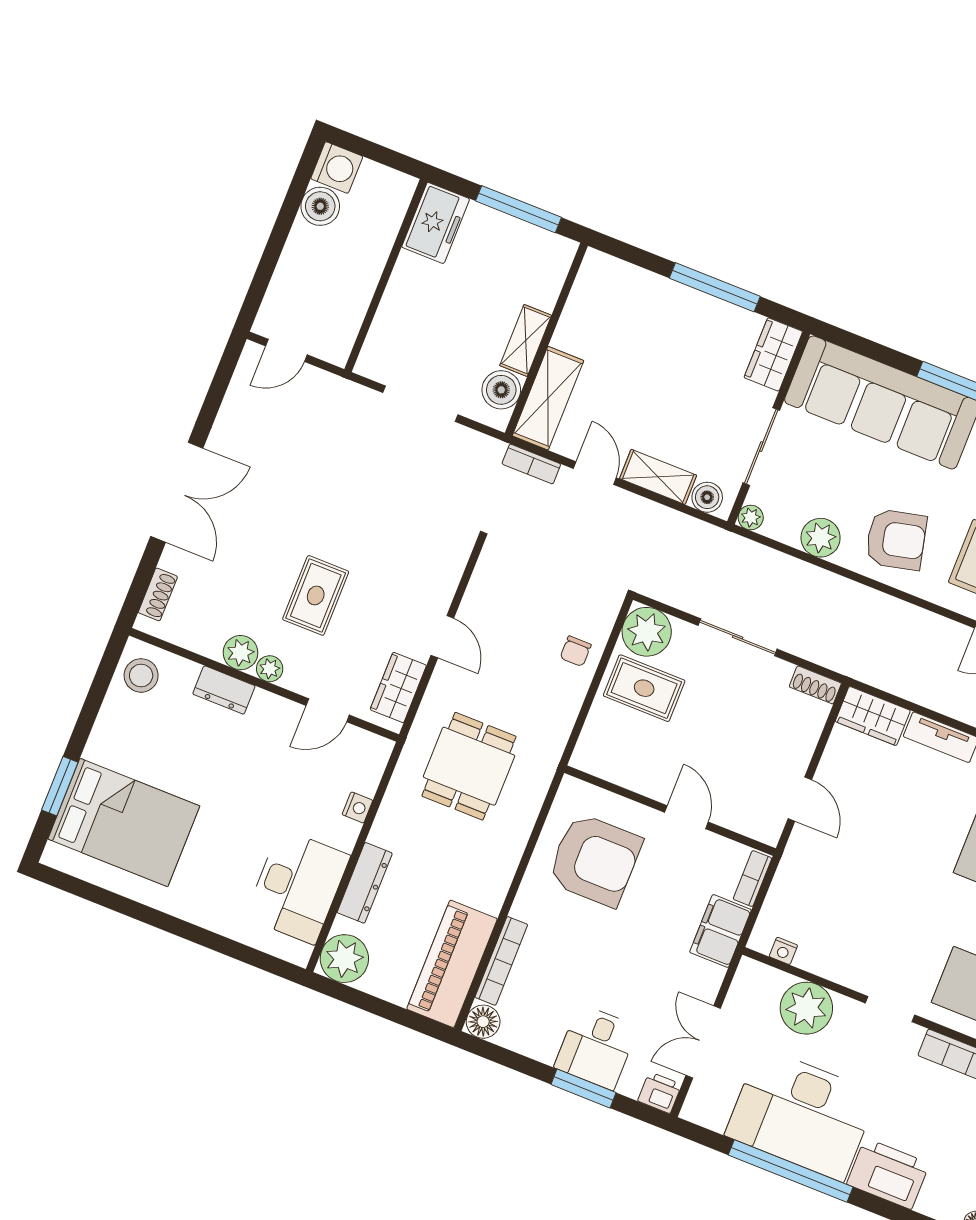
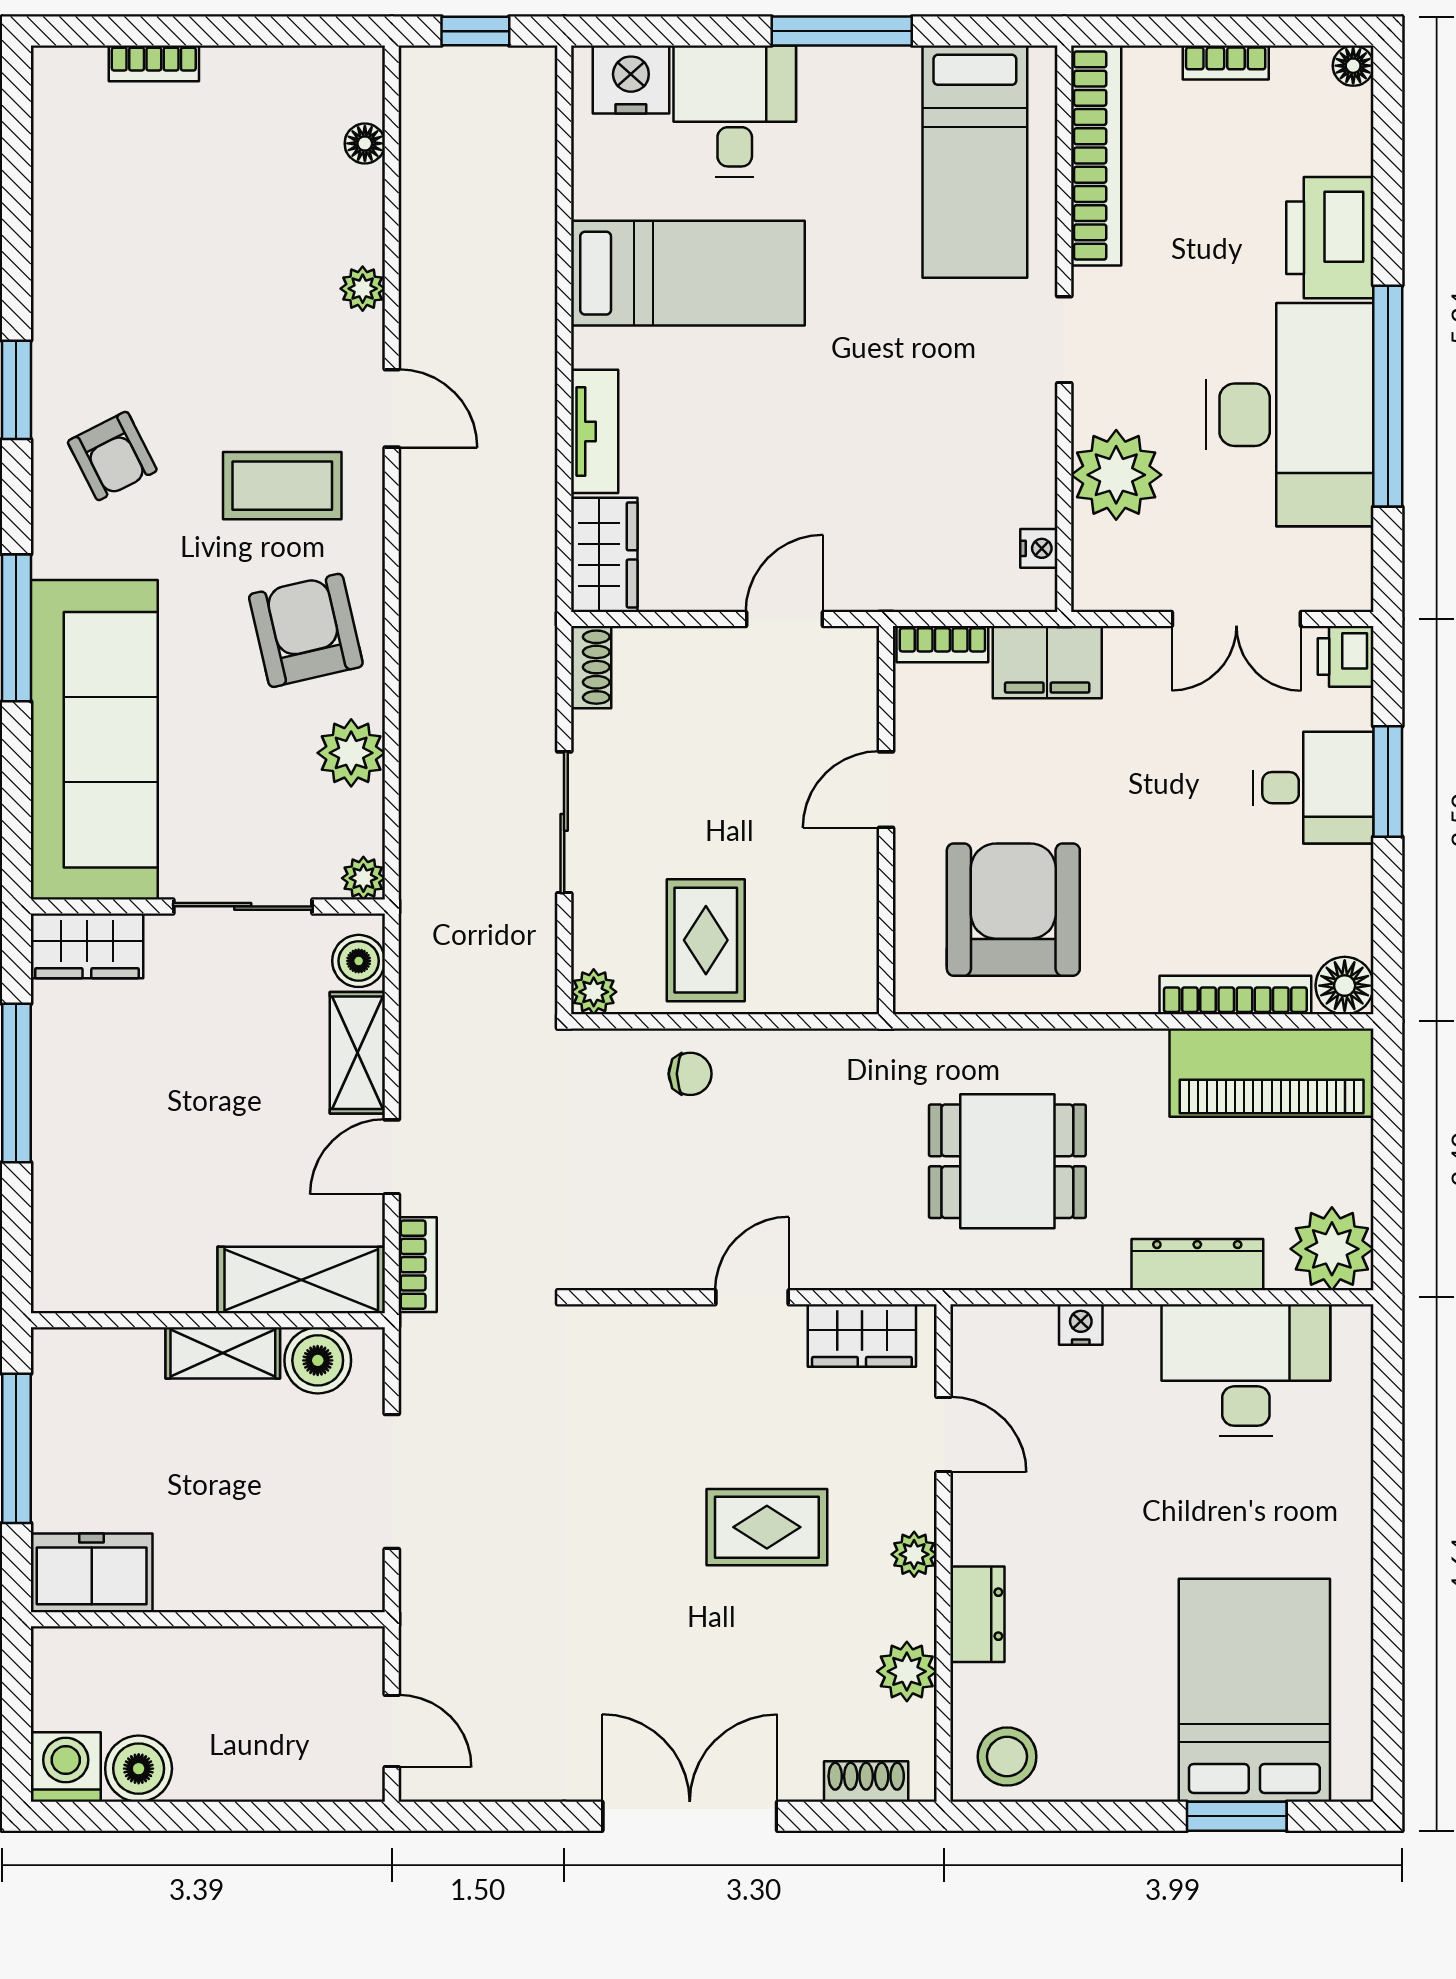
plant: (647, 632) -> (594, 992), width x0.53, depth x0.53
plant: (240, 653) -> (907, 1671), moved
dining table: (469, 766) -> (1007, 1161), moved

